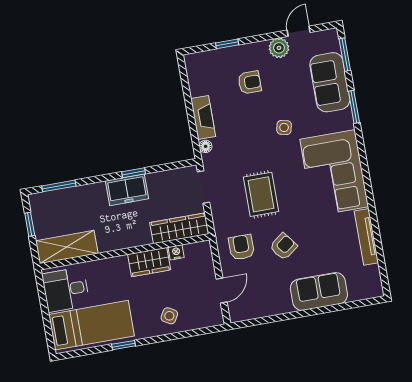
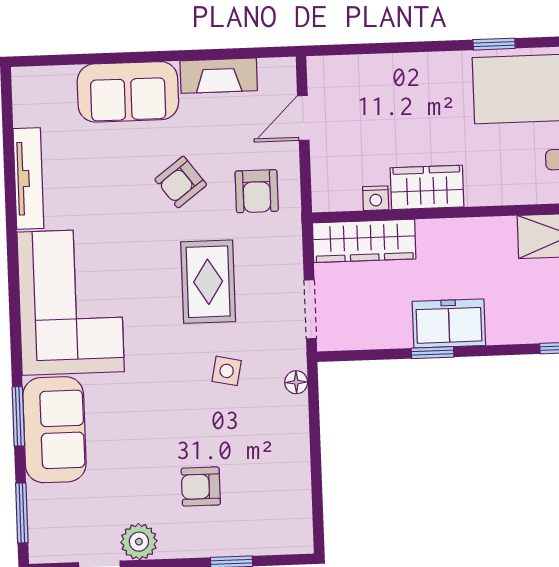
sofa: (330, 82) -> (54, 430), moved
fireplace: (203, 118) -> (219, 76), moved, turned -90
side table: (284, 127) -> (227, 371), moved
side table: (169, 316) -> (404, 85), removed

